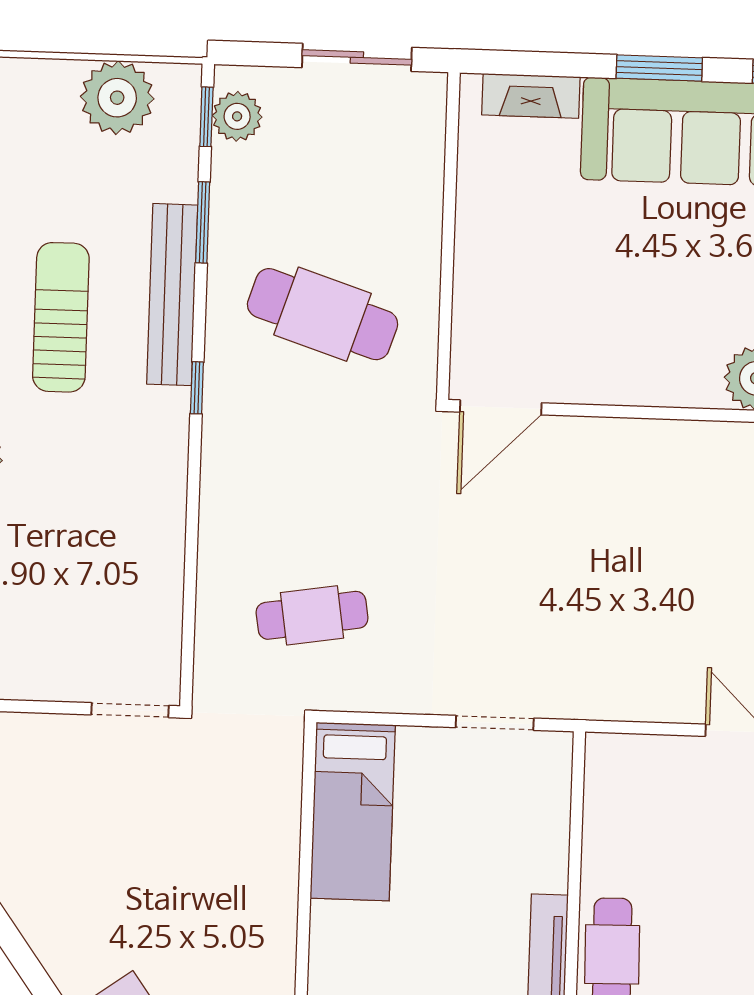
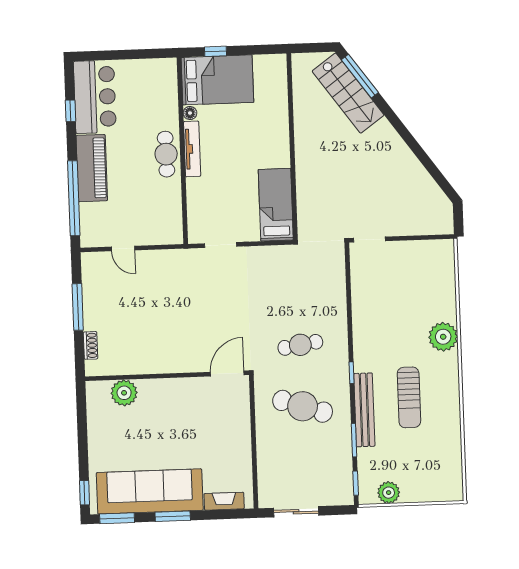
plant: (117, 98) -> (389, 493), width x0.73, depth x0.73
plant: (237, 116) -> (343, 484), removed
cafe table: (312, 615) -> (300, 345), moved

